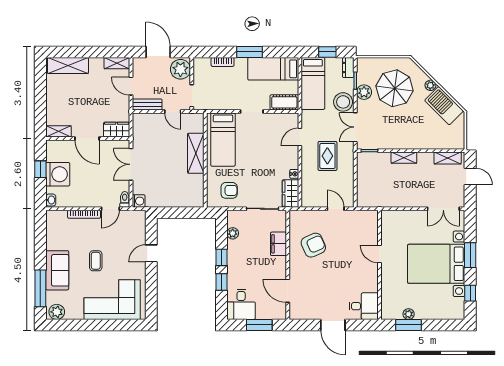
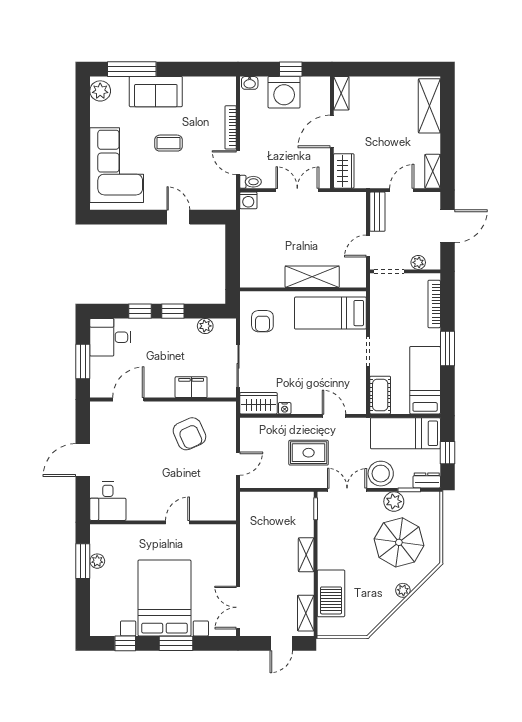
bookcase: (223, 62) -> (434, 304), width x1.56
plant: (180, 69) -> (418, 262), width x0.53, depth x0.53
barbecue: (444, 106) -> (331, 593), moved, turned 135

